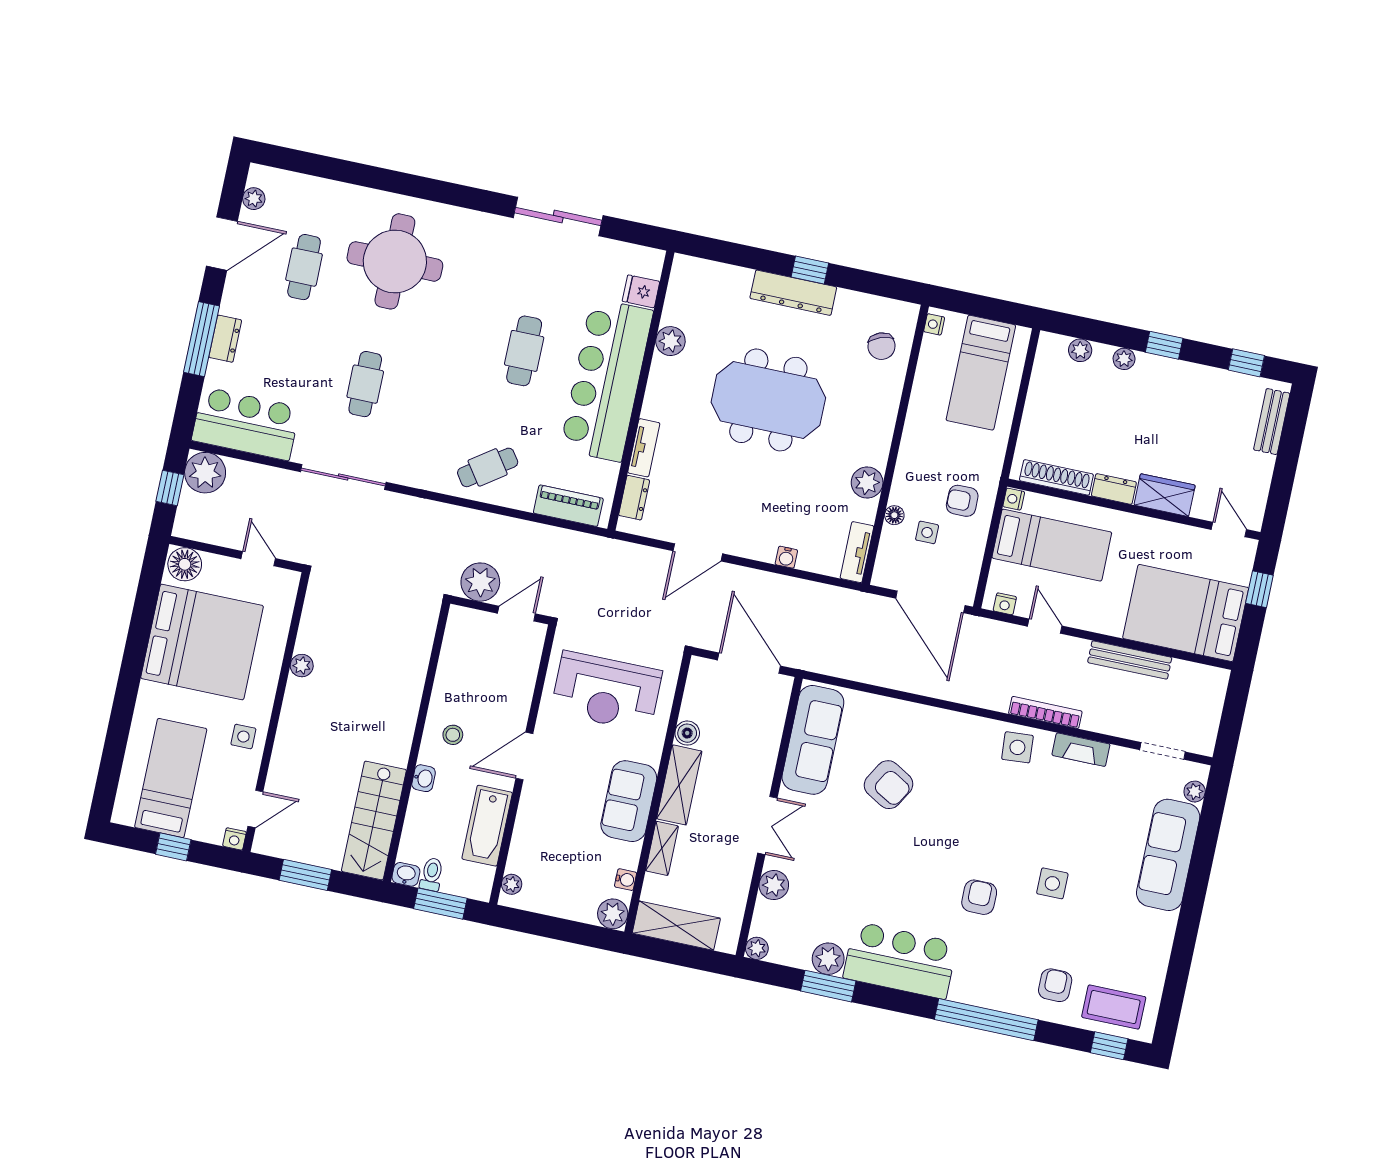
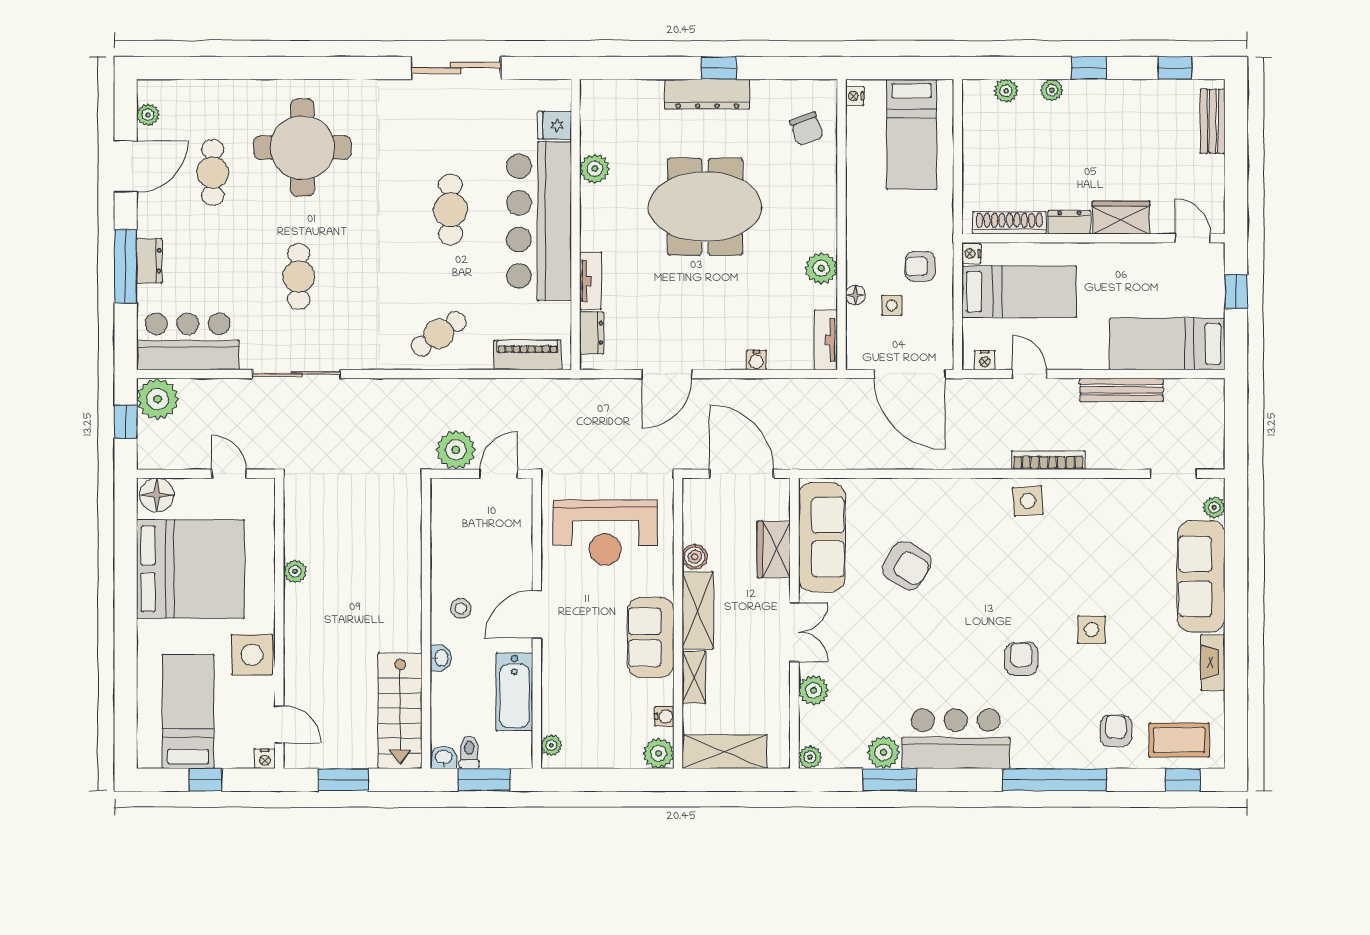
bed: (1186, 613) -> (1167, 344), width x0.67
side table: (243, 737) -> (252, 655), width x1.87, depth x1.87
wardrobe: (764, 742) -> (774, 549), added
fireplace: (1081, 750) -> (1213, 663), moved, turned 90
door: (255, 809) -> (279, 724), hinge flipped

